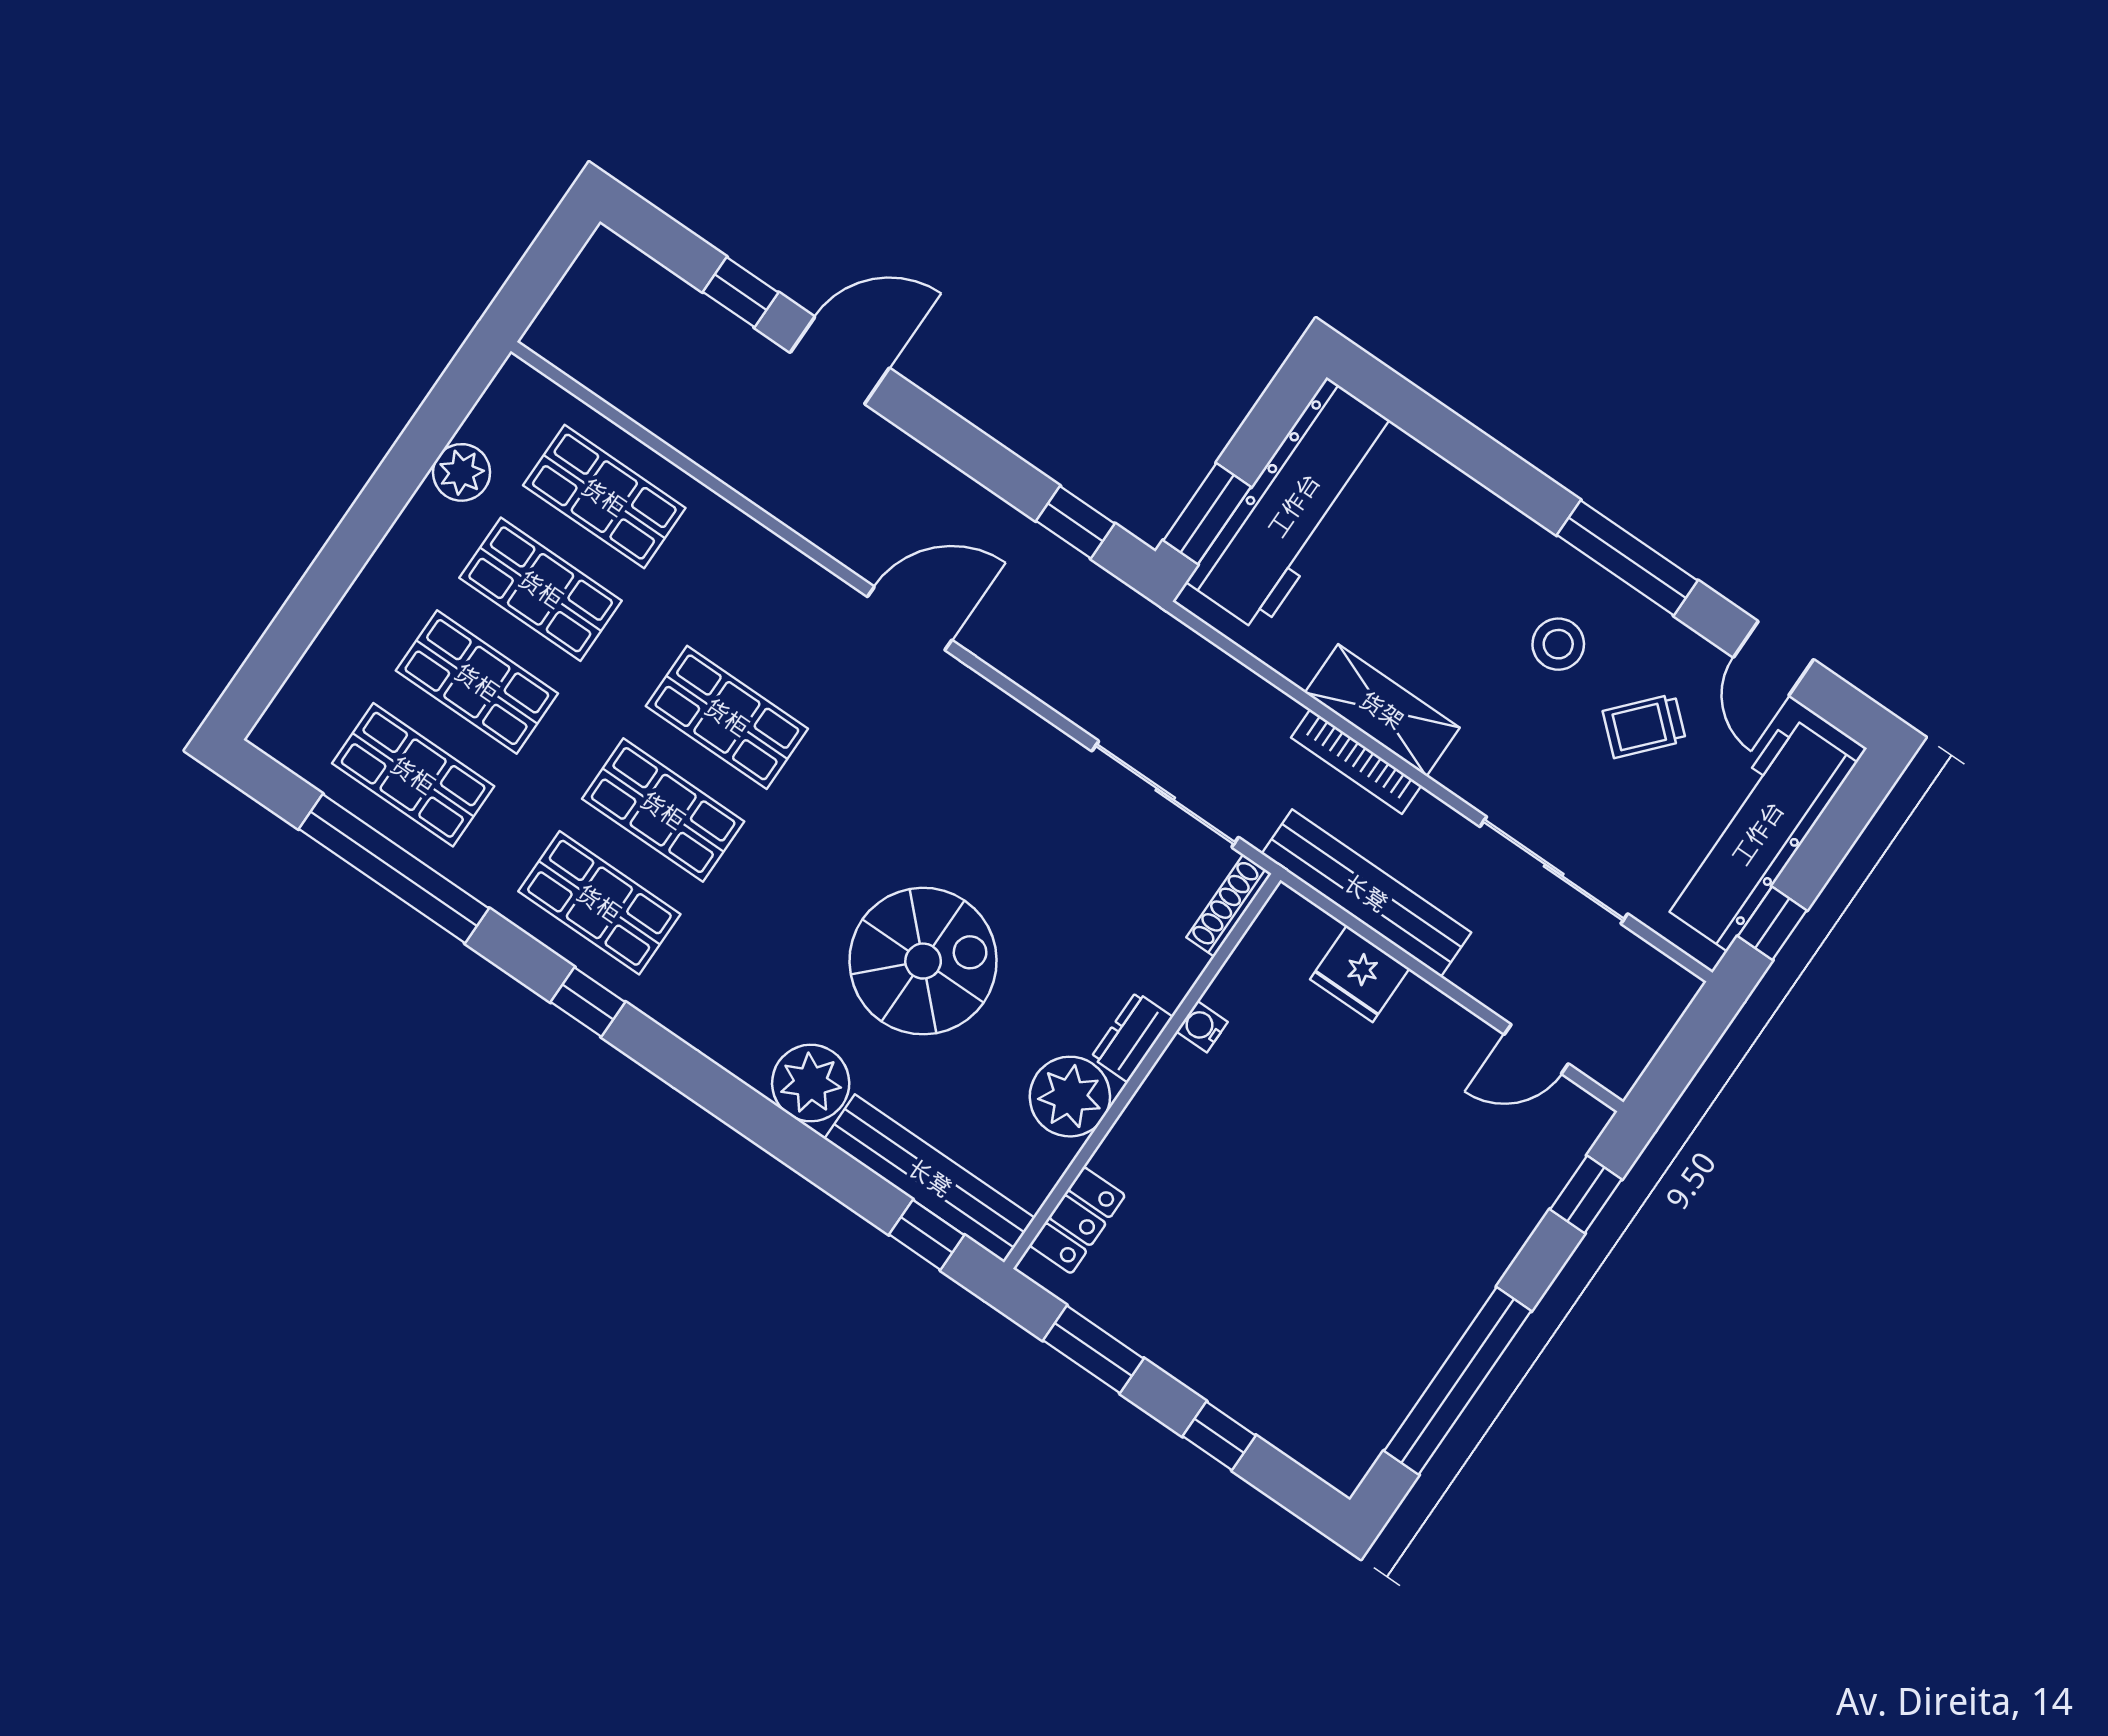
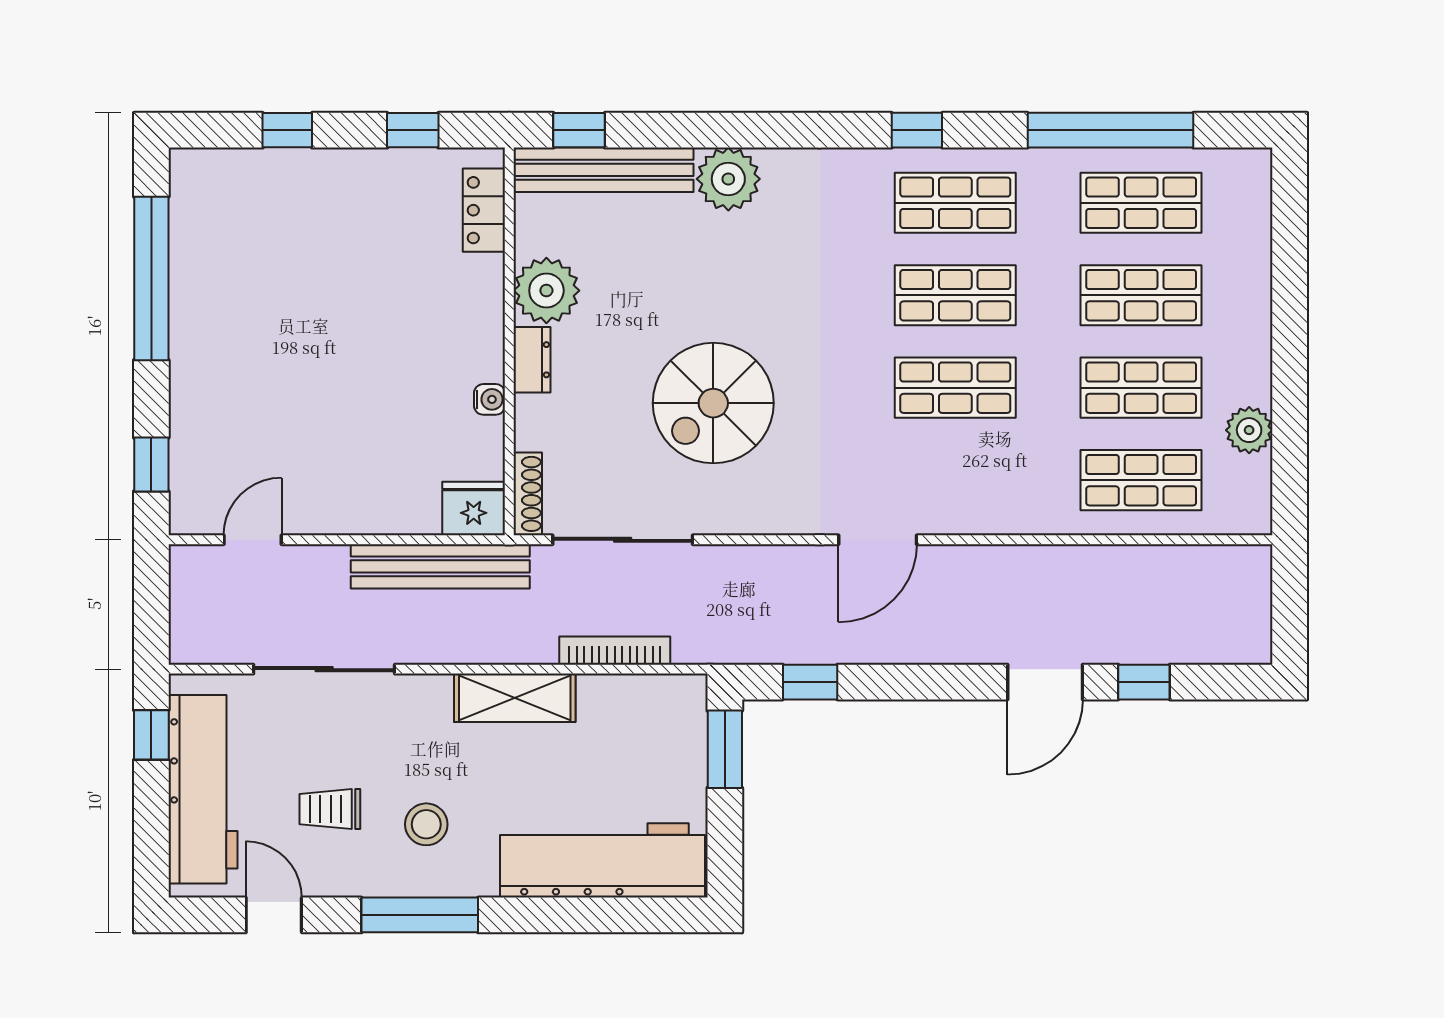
workbench: (1294, 505) -> (603, 860), moved, turned 90
trolley: (1644, 726) -> (330, 809), turned -132
bookcase: (1356, 762) -> (615, 651), moved
spiral stairs: (923, 961) -> (713, 403), moved
fridge: (1360, 974) -> (474, 509), moved
window: (1093, 1349) -> (413, 130), width x0.67

